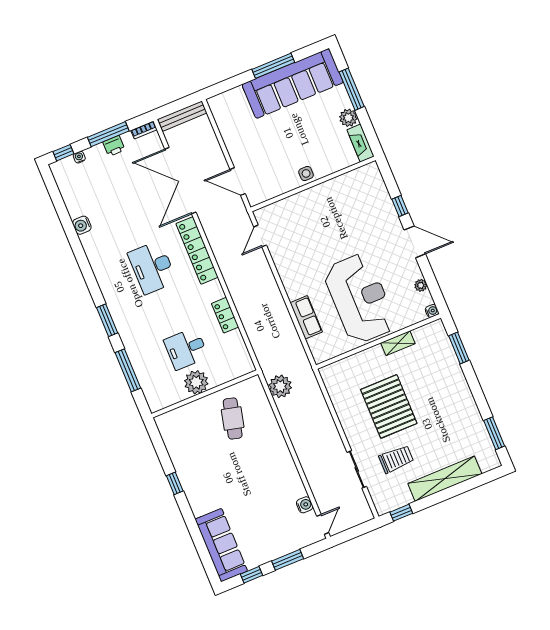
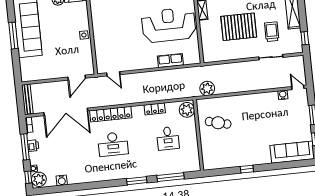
plant: (65, 170) -> (39, 179), added
water cooler: (82, 225) -> (62, 180), moved
plant: (196, 382) -> (187, 110), moved

